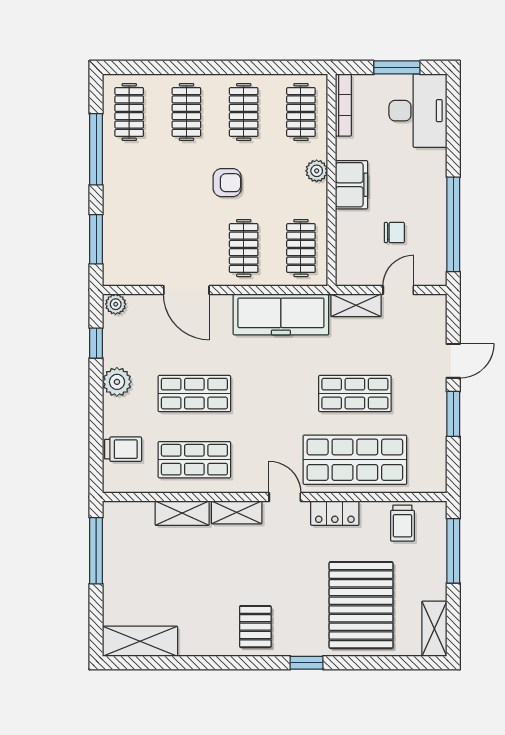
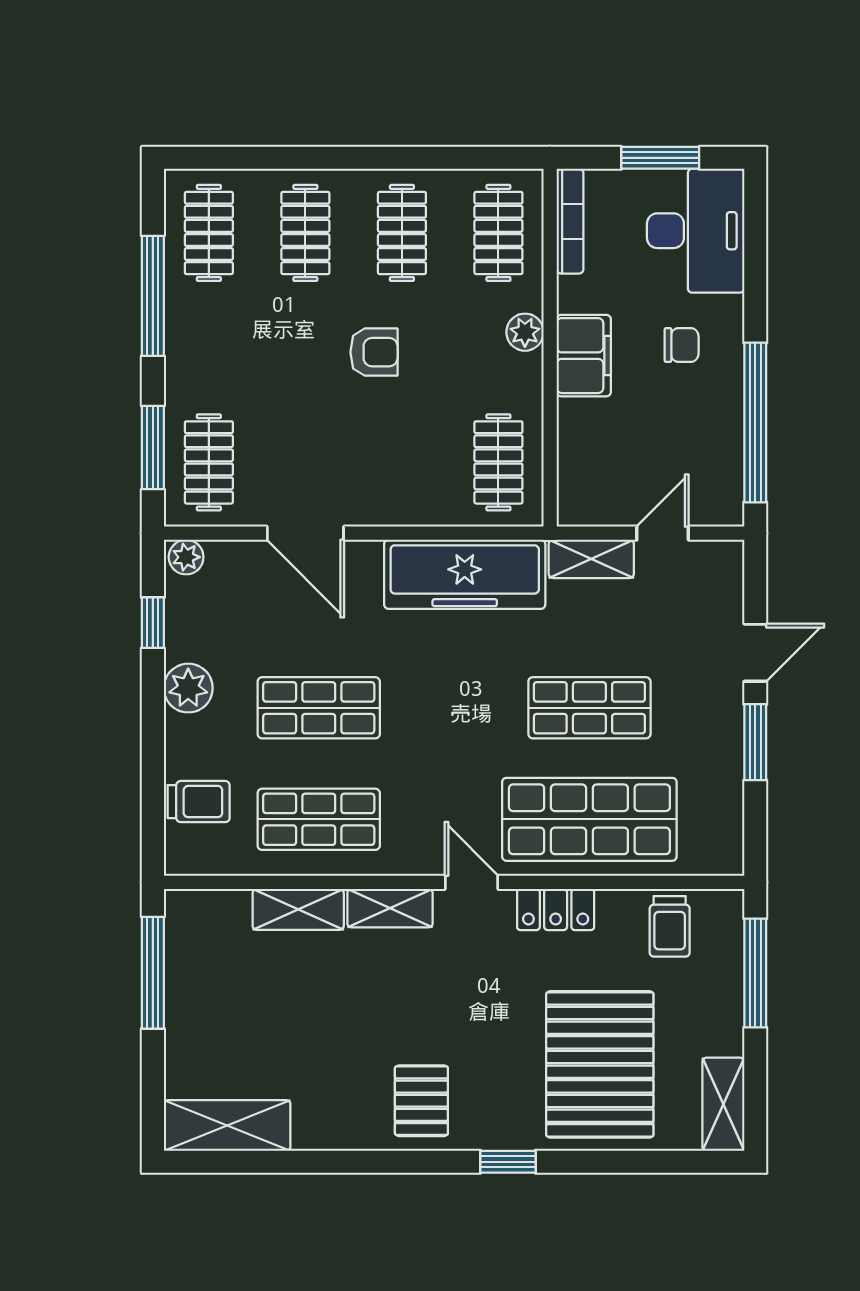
chair: (394, 233) -> (682, 345), moved
clothes rail: (244, 248) -> (209, 462), moved

